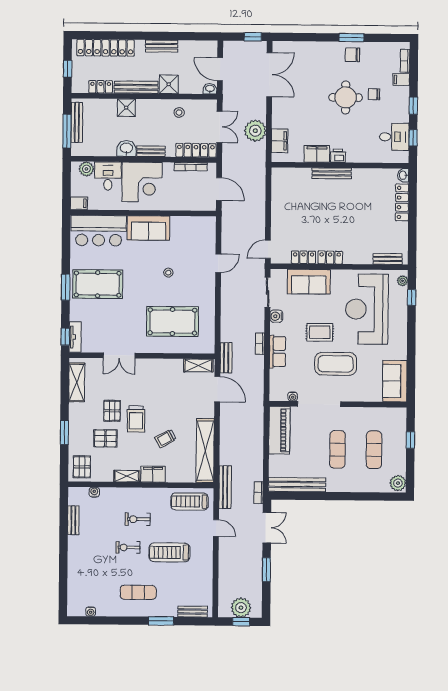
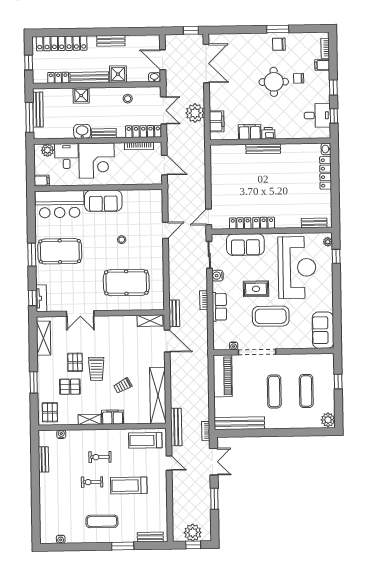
reception desk: (367, 309) -> (297, 267), turned 180

